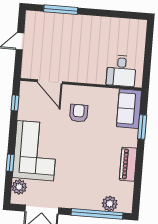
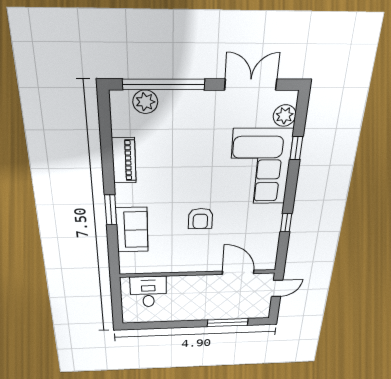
desk: (121, 71) -> (148, 292), moved
door: (50, 82) -> (238, 272), moved
wall: (81, 84) -> (198, 273), moved

